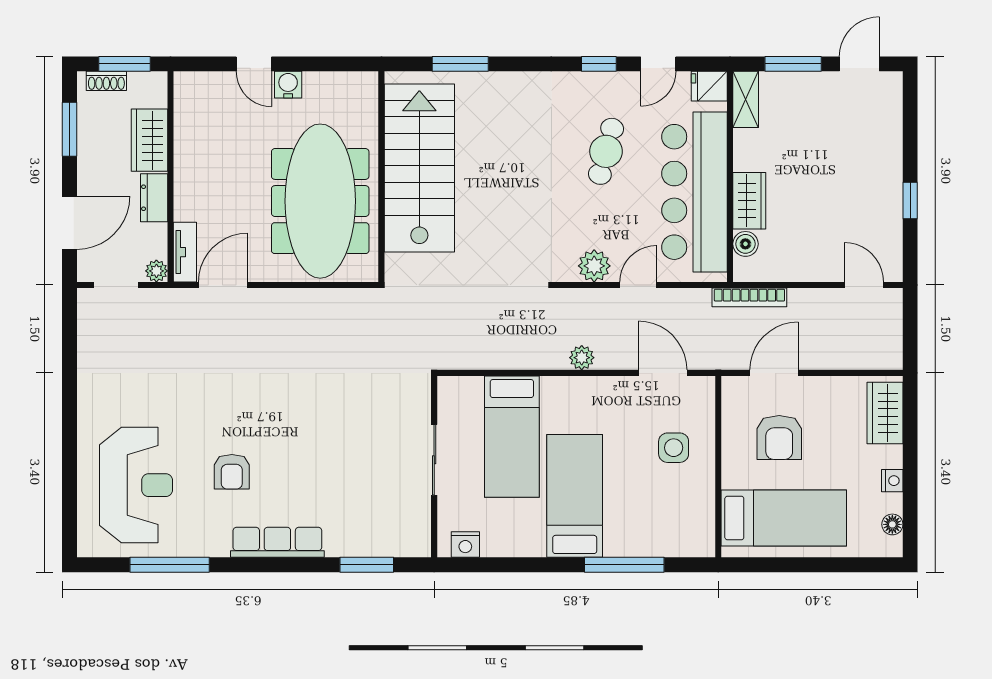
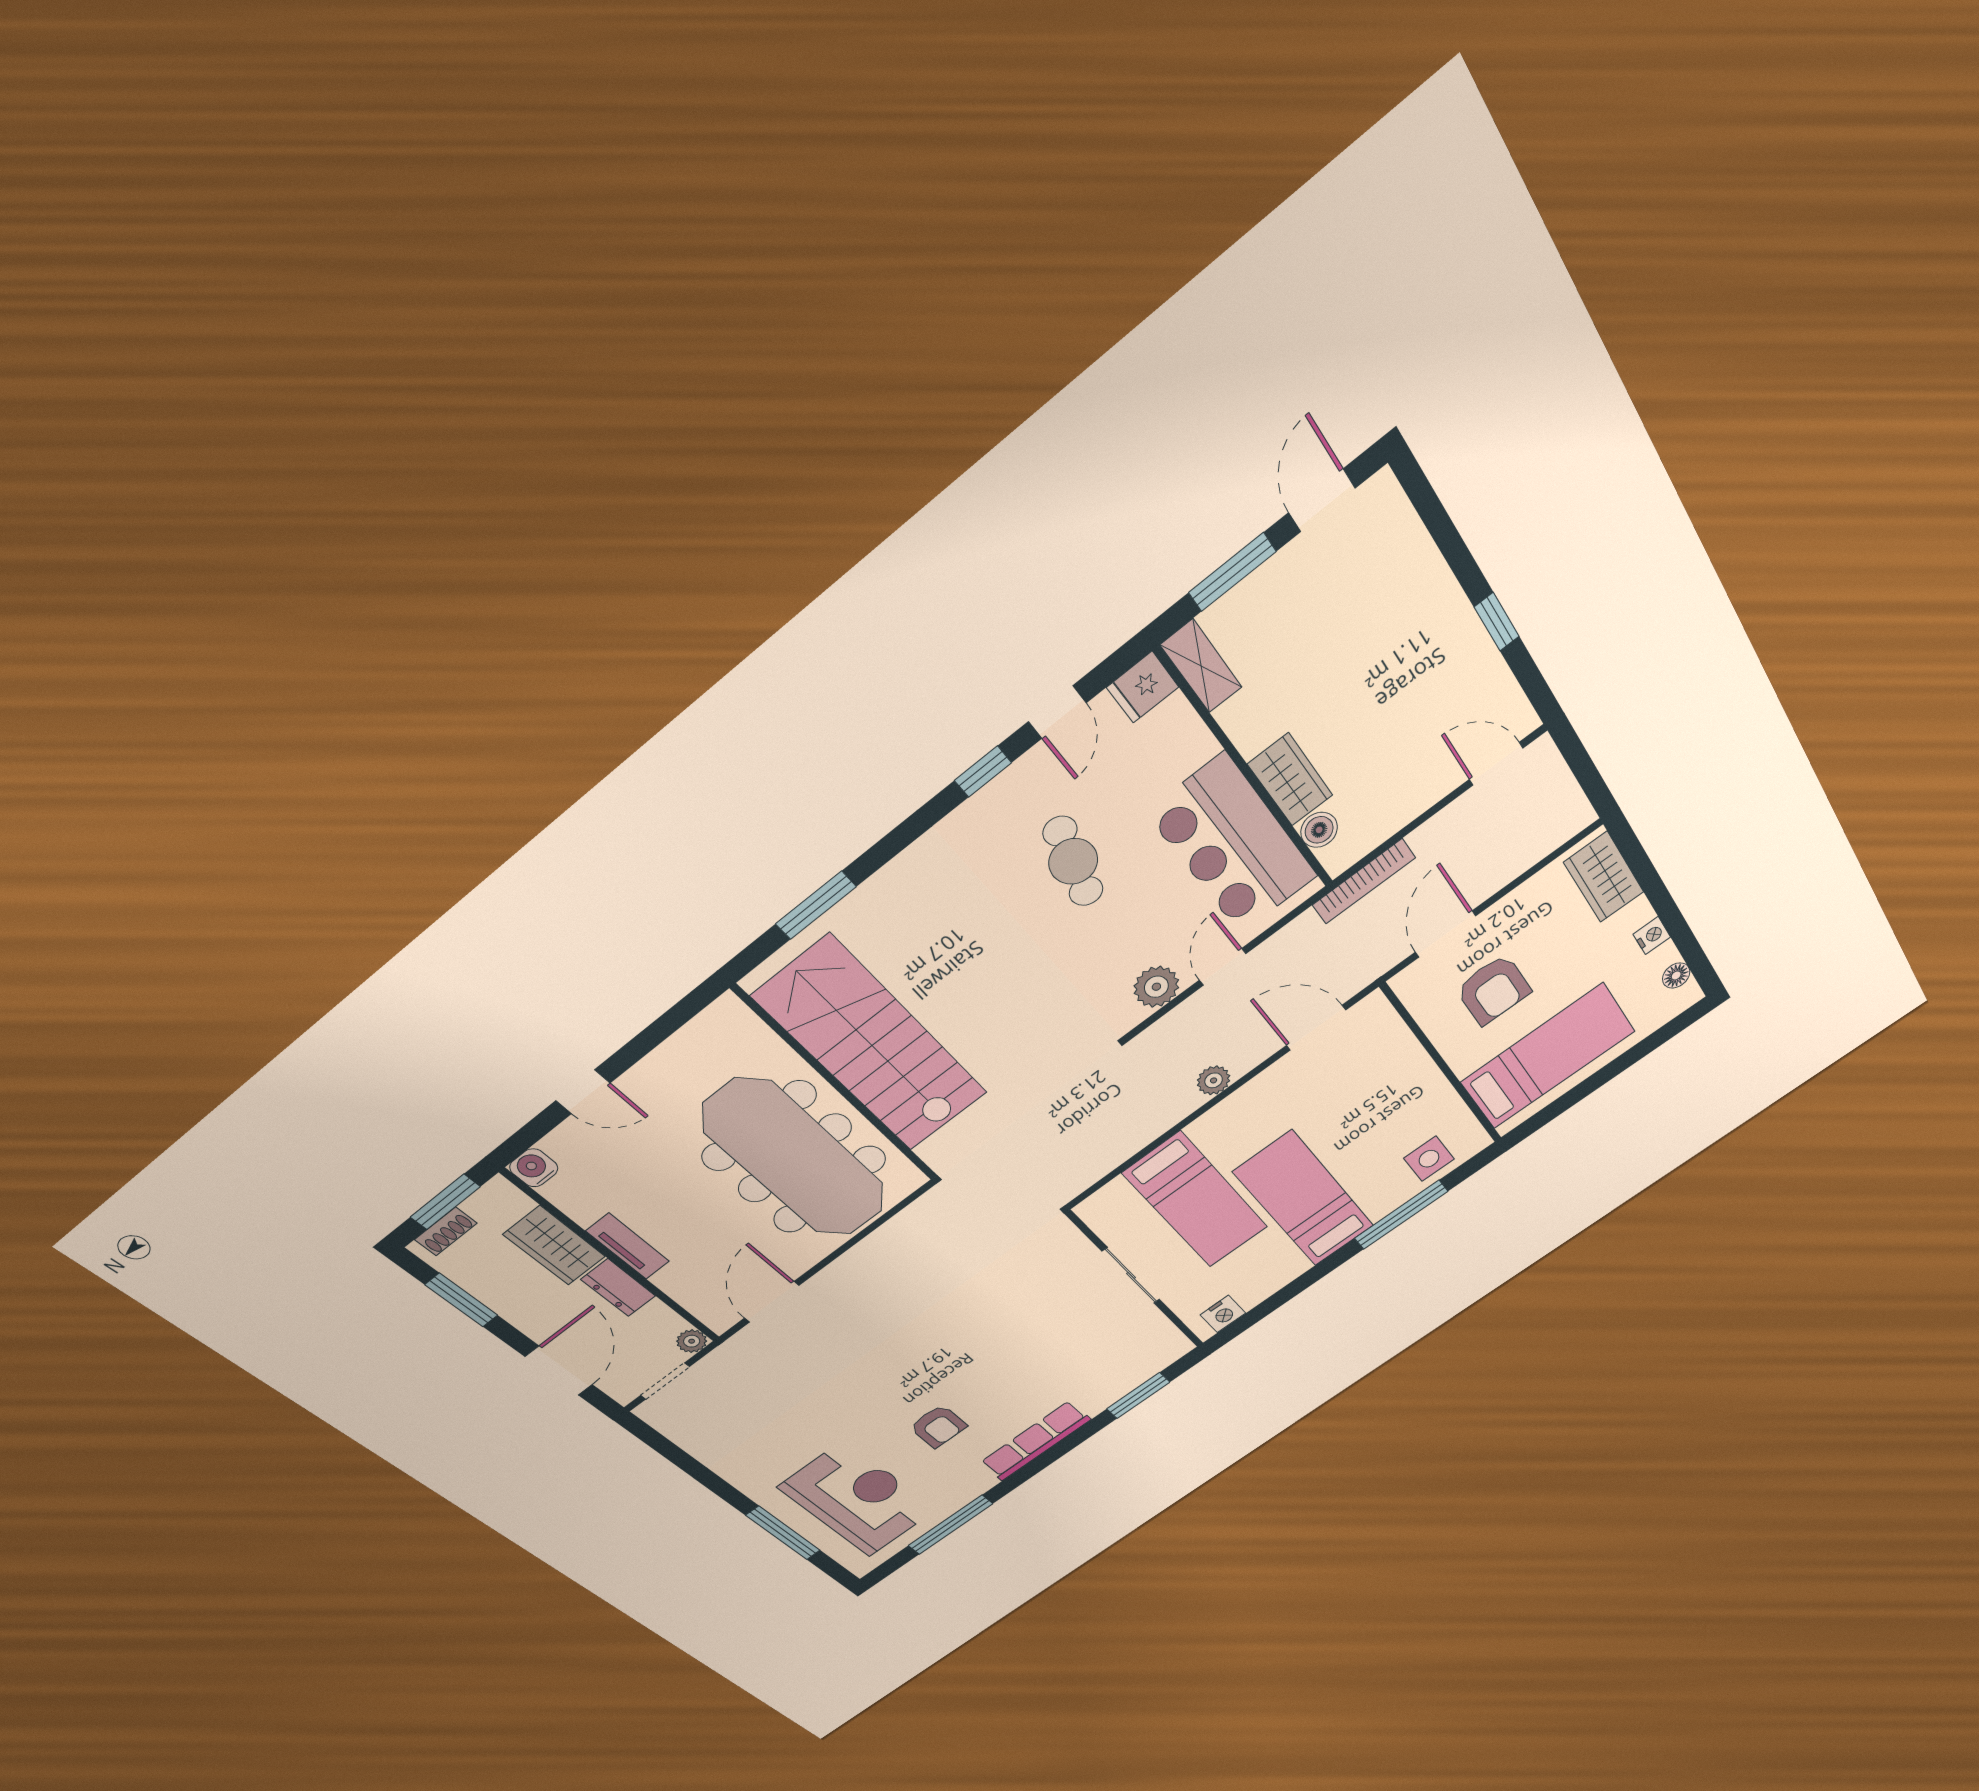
water cooler: (288, 85) -> (534, 1168), moved
bar counter: (694, 192) -> (1233, 845), width x0.73
tv unit: (185, 252) -> (628, 1246), moved
side table: (674, 448) -> (1429, 1159), moved
window: (69, 470) -> (783, 1533), added

